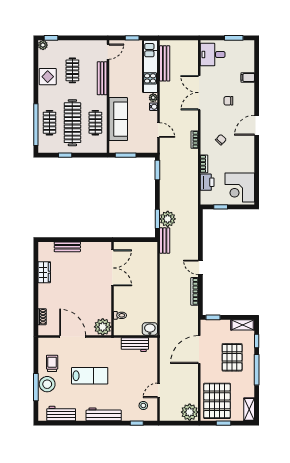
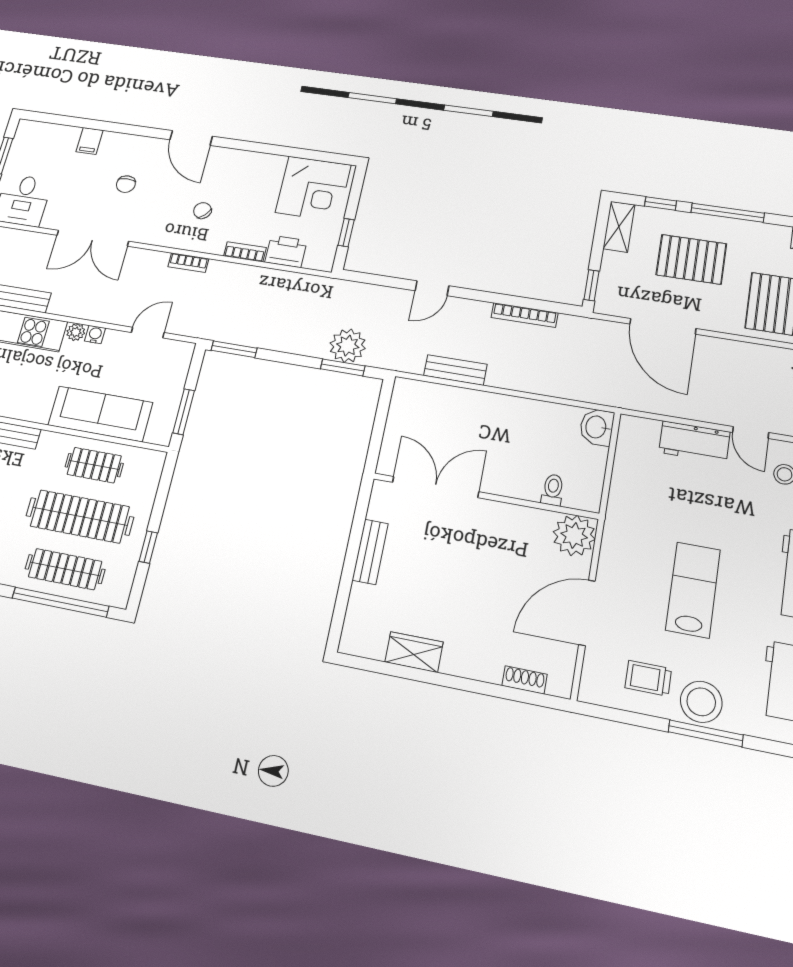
clothes rail: (49, 123) -> (65, 569), width x1.36
bench: (165, 241) -> (455, 370), moved
bench: (67, 247) -> (370, 552), moved
door: (200, 267) -> (432, 288), moved
workbench: (135, 345) -> (694, 442), moved, turned 90

